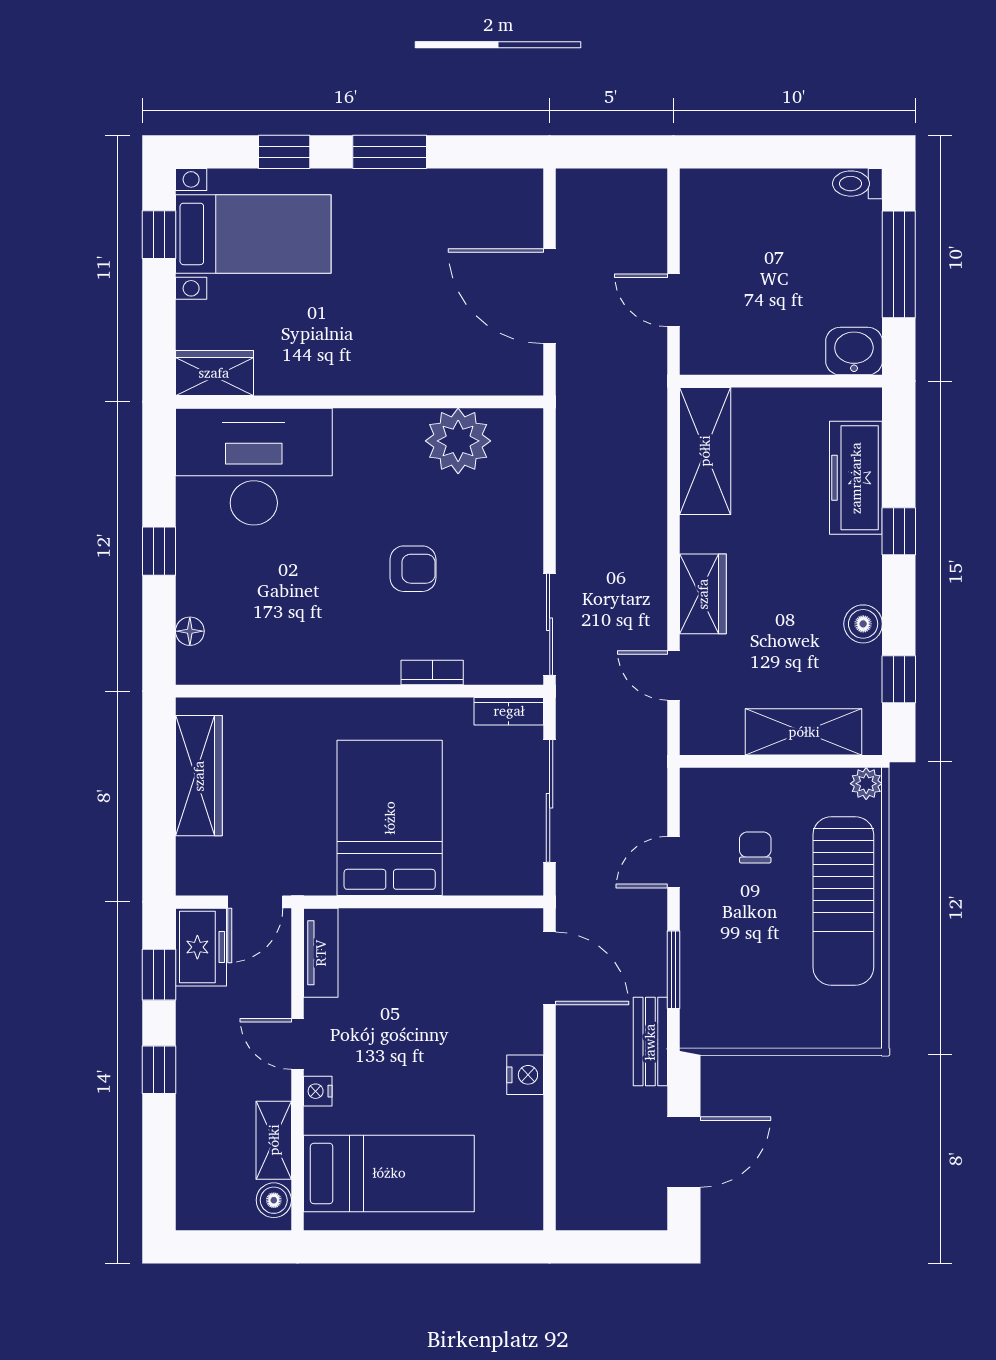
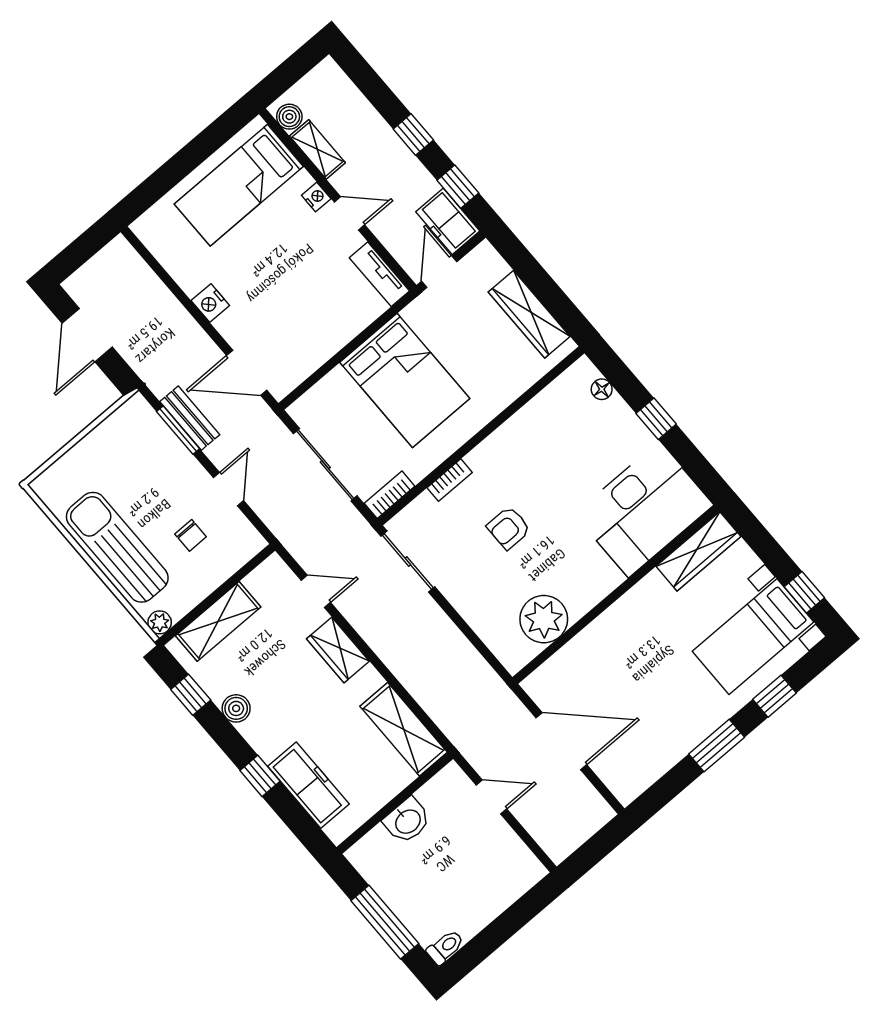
washbasin: (854, 351) -> (407, 821), moved
wardrobe: (214, 373) -> (698, 551), width x1.50
bench: (650, 1042) -> (190, 418), moved

